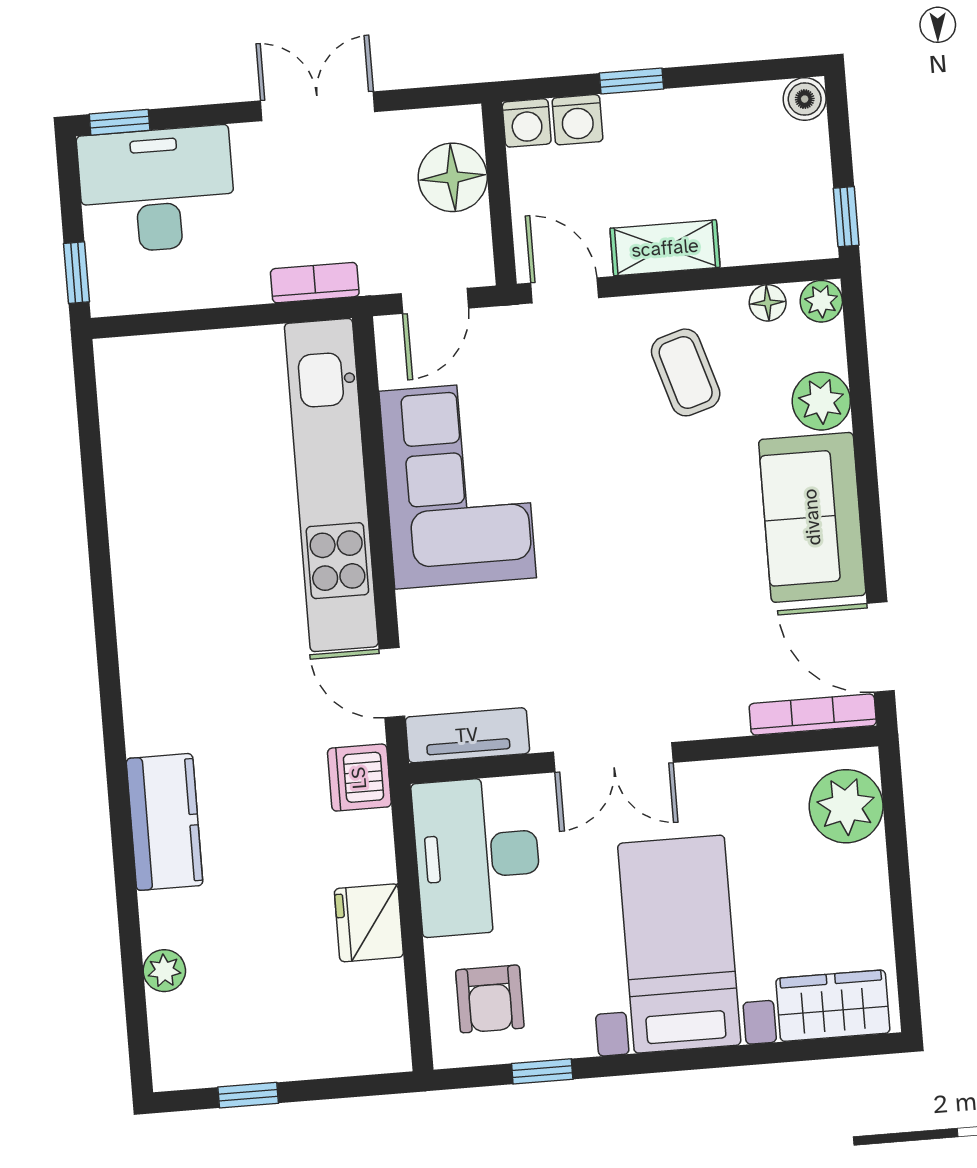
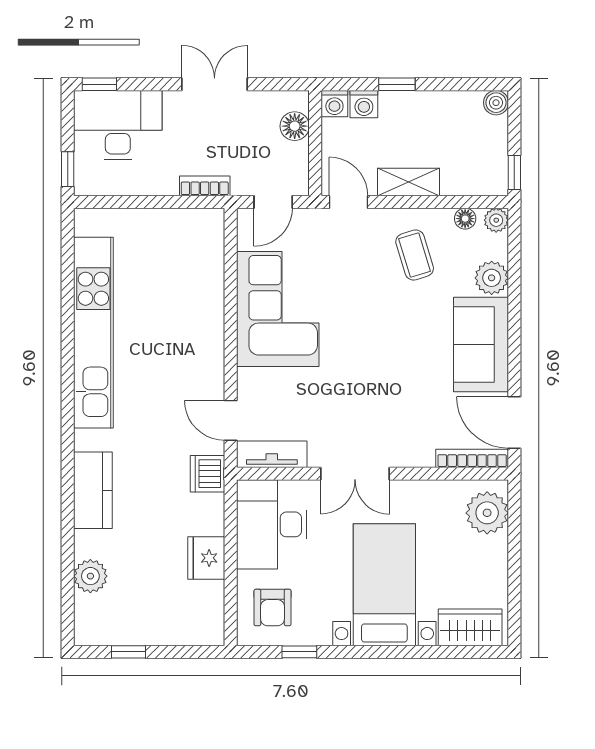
floor lamp: (453, 177) -> (295, 126), width x0.73, depth x0.73
kitchen unit: (331, 485) -> (93, 333), moved, turned 180
plant: (164, 971) -> (90, 576), width x1.38, depth x1.38

